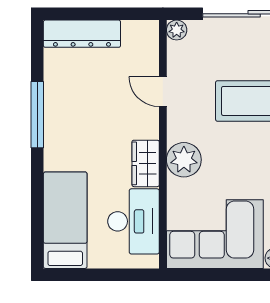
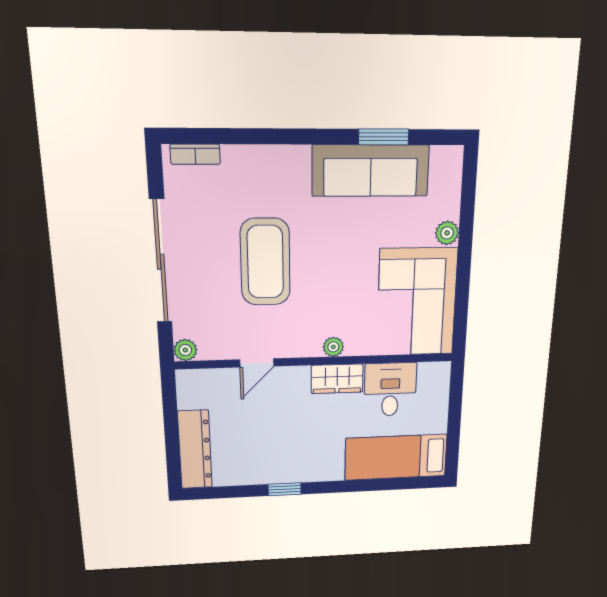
window: (37, 115) -> (285, 489), width x0.46
plant: (184, 160) -> (333, 347), width x0.53, depth x0.53
desk: (133, 221) -> (390, 390), width x0.73

